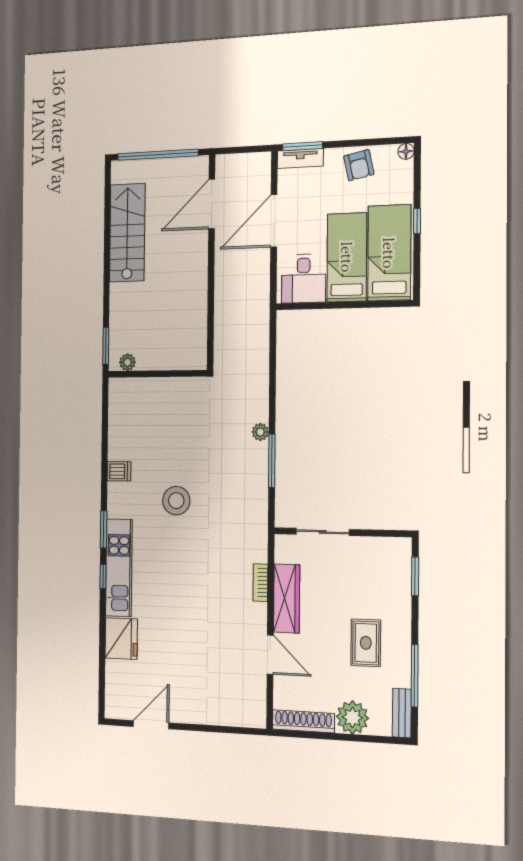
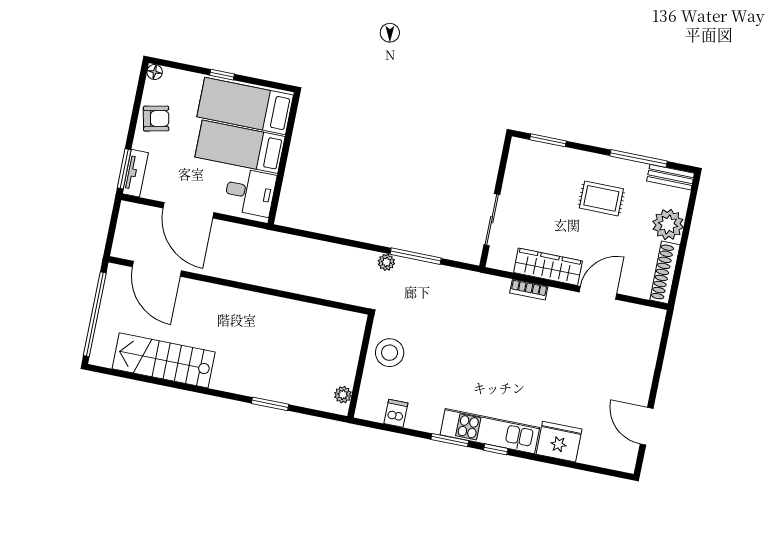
plant: (127, 362) -> (343, 395), moved
wall: (157, 374) -> (361, 366), moved
stool: (176, 501) -> (390, 353), moved

